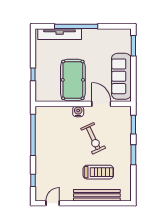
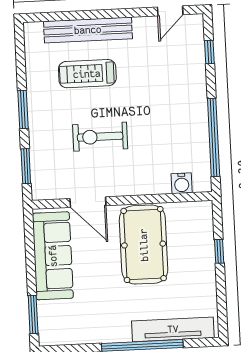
water cooler: (78, 111) -> (182, 183), moved
exercise bike: (93, 138) -> (100, 137), turned -65

